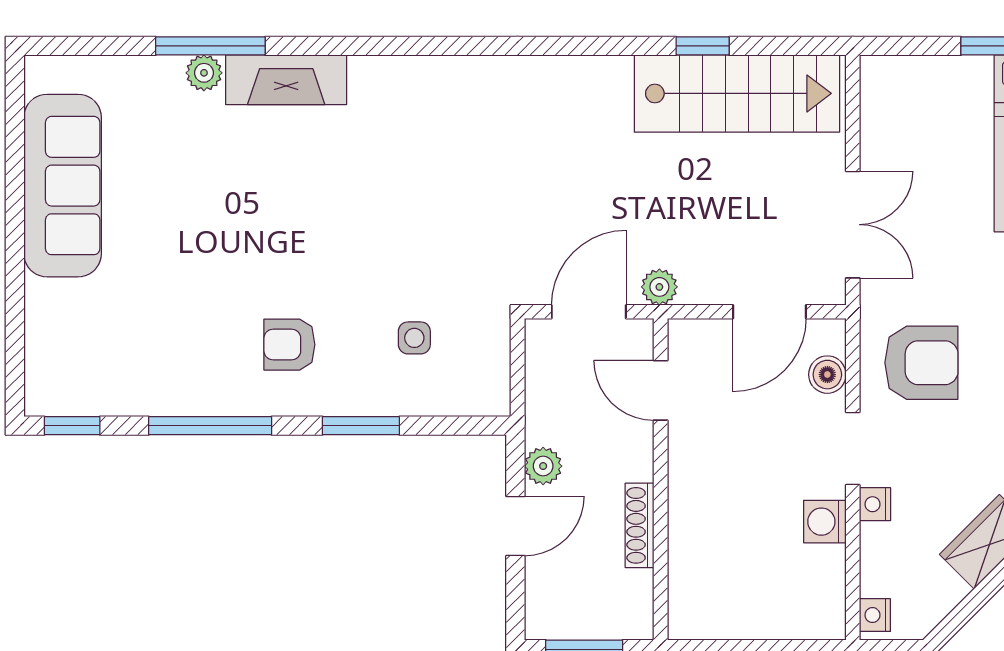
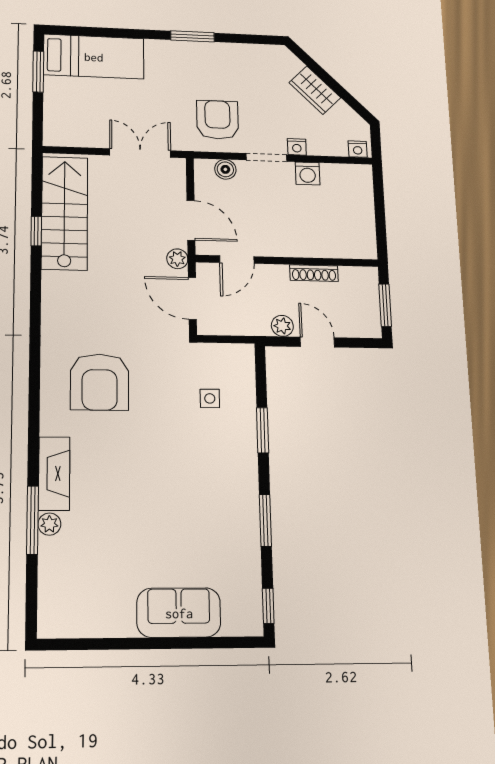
sofa: (63, 186) -> (179, 613), moved, width x0.73
door: (770, 312) -> (191, 220), moved
armchair: (289, 345) -> (100, 382), moved, width x1.88, depth x1.88
window: (210, 426) -> (265, 520), width x0.69

